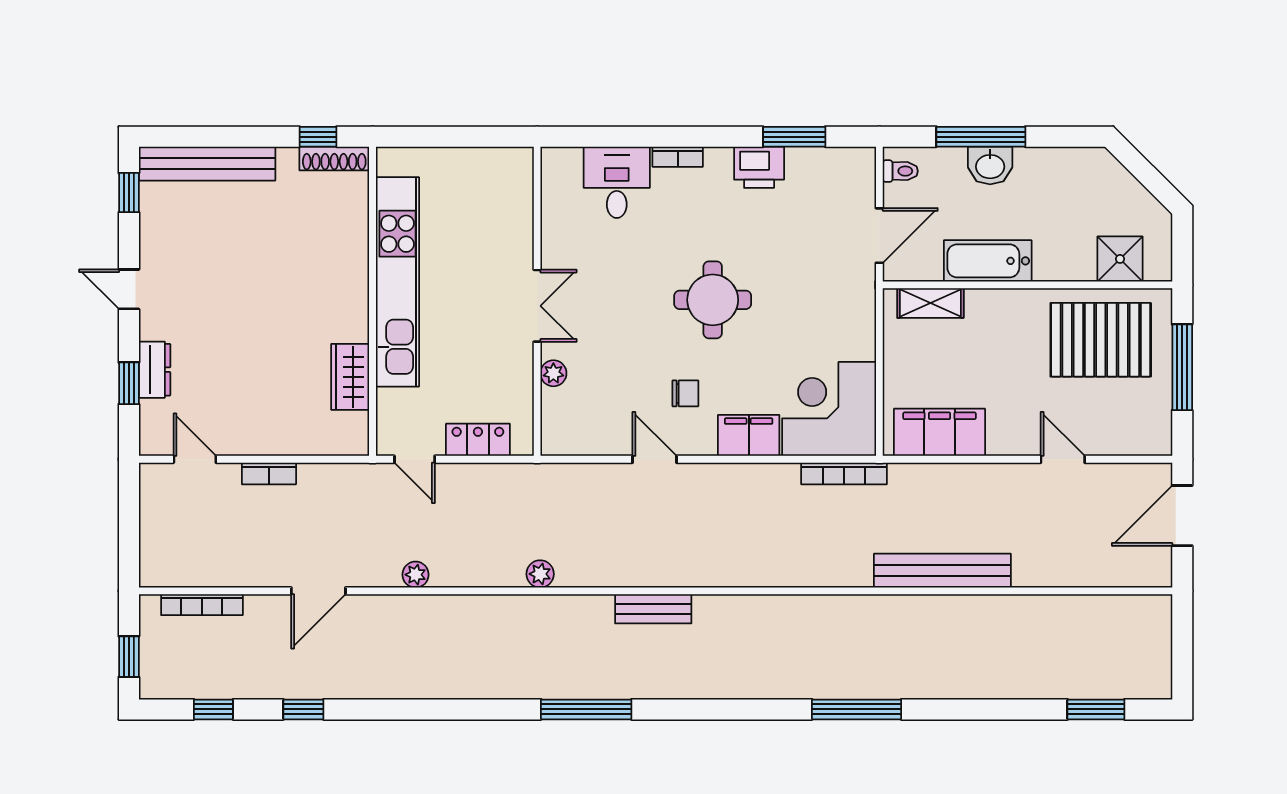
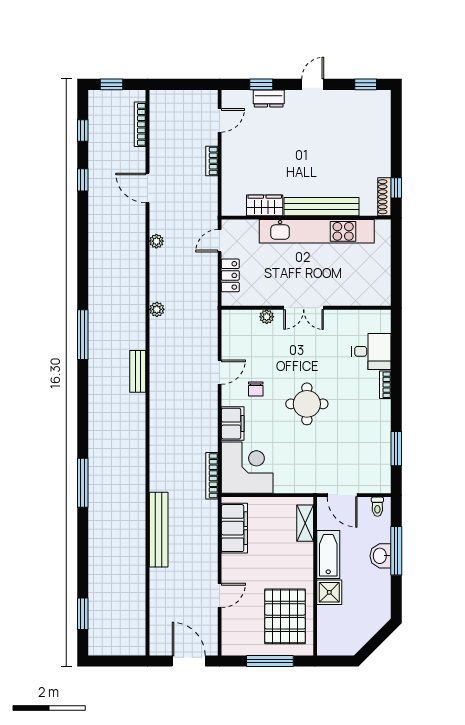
bench: (207, 164) -> (322, 207), moved, turned 90
printer: (759, 167) -> (379, 429), removed
shower: (1120, 259) -> (329, 592), moved

